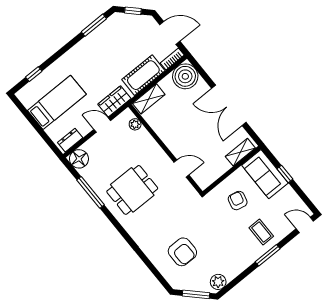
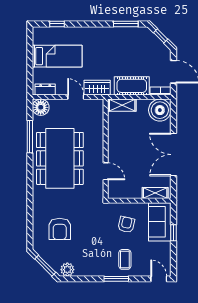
plant: (135, 124) -> (99, 115), removed
dining table: (132, 190) -> (60, 158), width x1.88, depth x1.24

